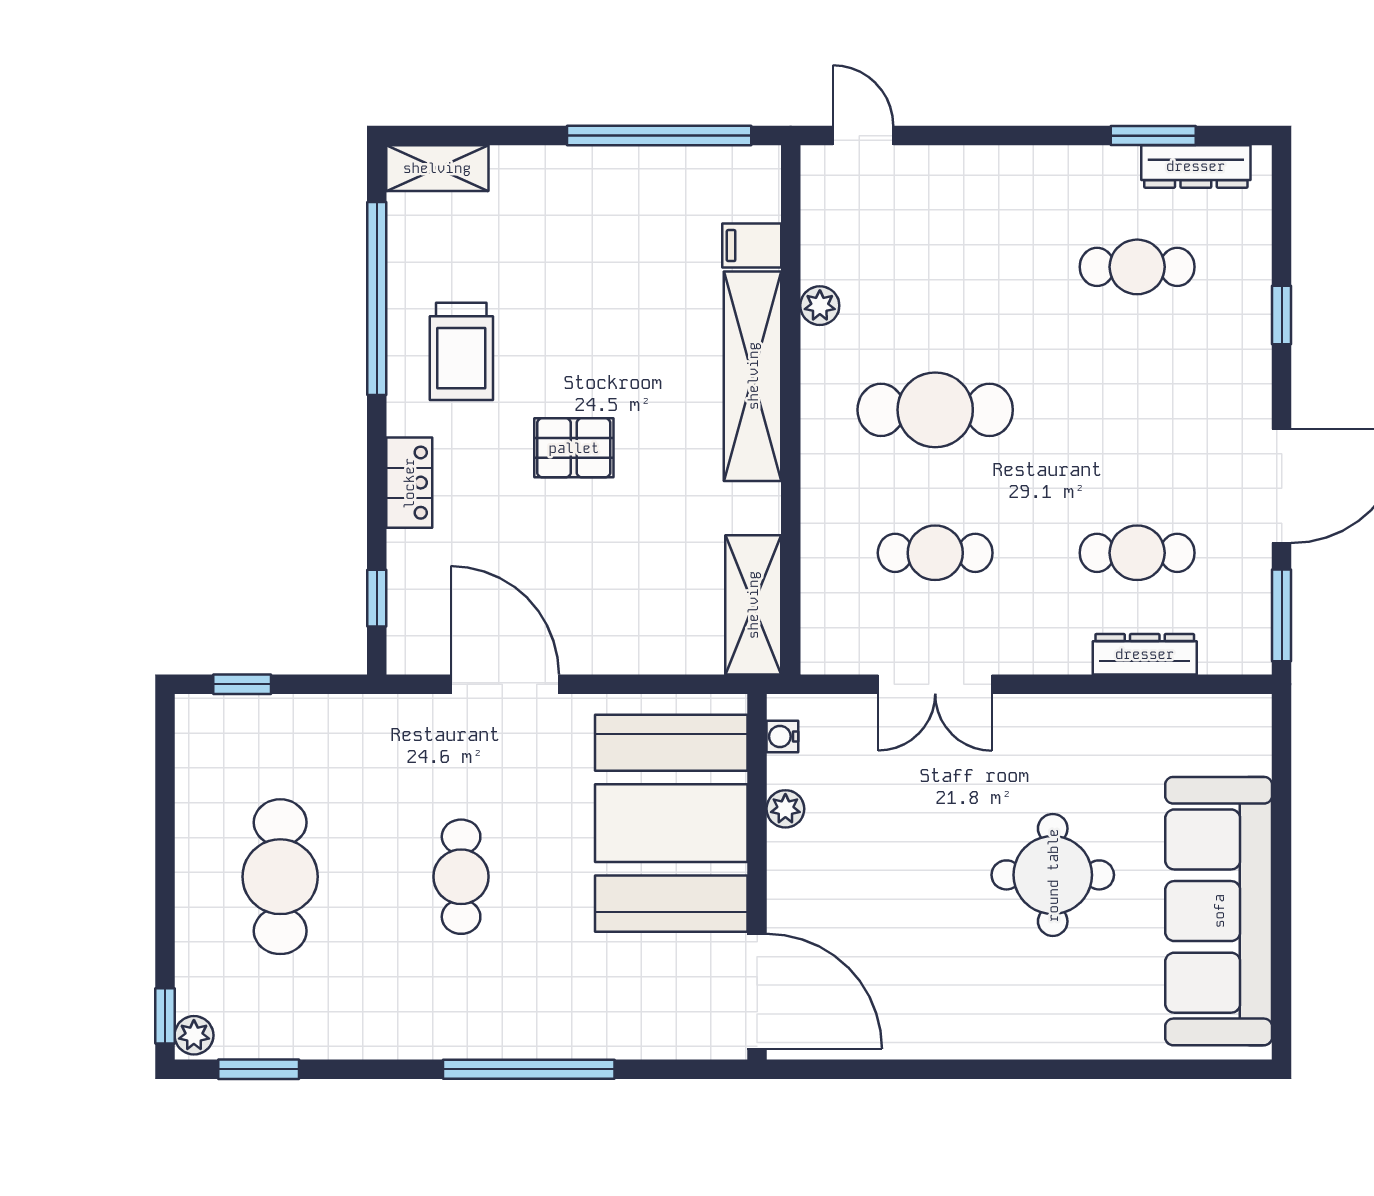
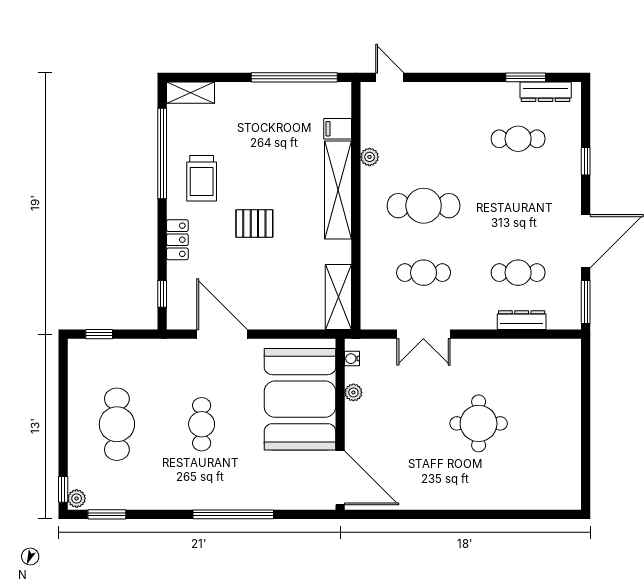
sofa: (1219, 911) -> (556, 440), removed

